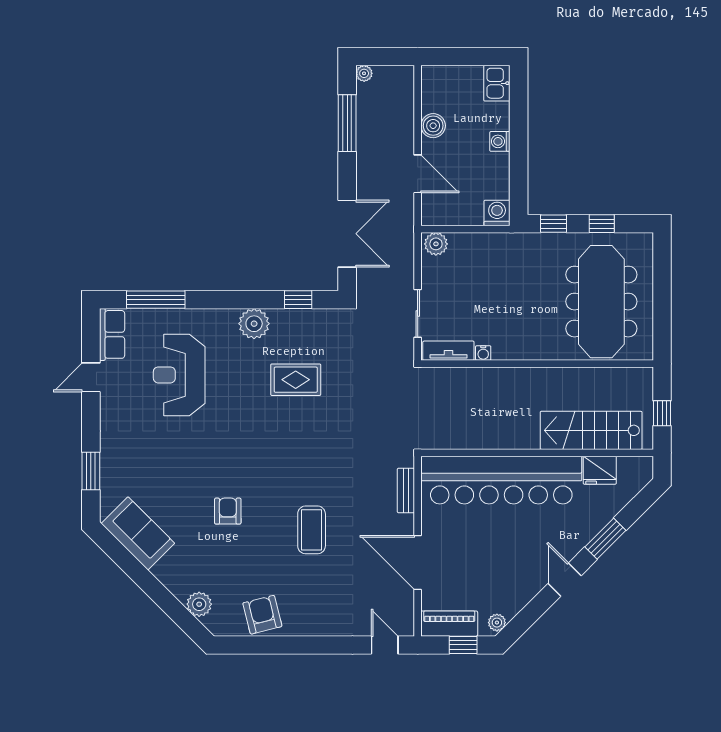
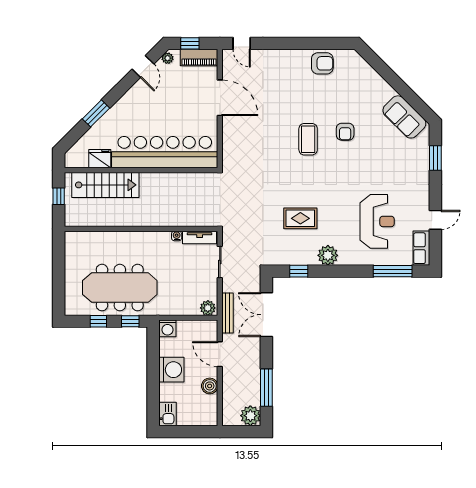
plant: (364, 73) -> (250, 416), width x1.87, depth x1.87
washing machine: (500, 141) -> (171, 370), width x1.89, depth x1.89
meeting table: (601, 302) -> (120, 288), moved, turned 90
bench: (406, 491) -> (228, 313), moved, width x1.36
coffee table: (312, 530) -> (308, 139), moved
door: (565, 580) -> (143, 66), moved
plant: (199, 604) -> (364, 70), removed
armchair: (262, 615) -> (322, 63), turned -76

